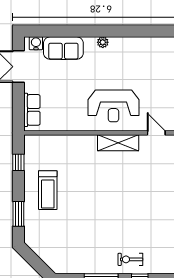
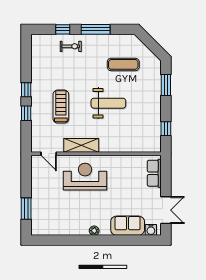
treadmill: (48, 190) -> (61, 107), moved
weight bench: (86, 192) -> (108, 103), added
exercise mat: (68, 238) -> (123, 64), added

